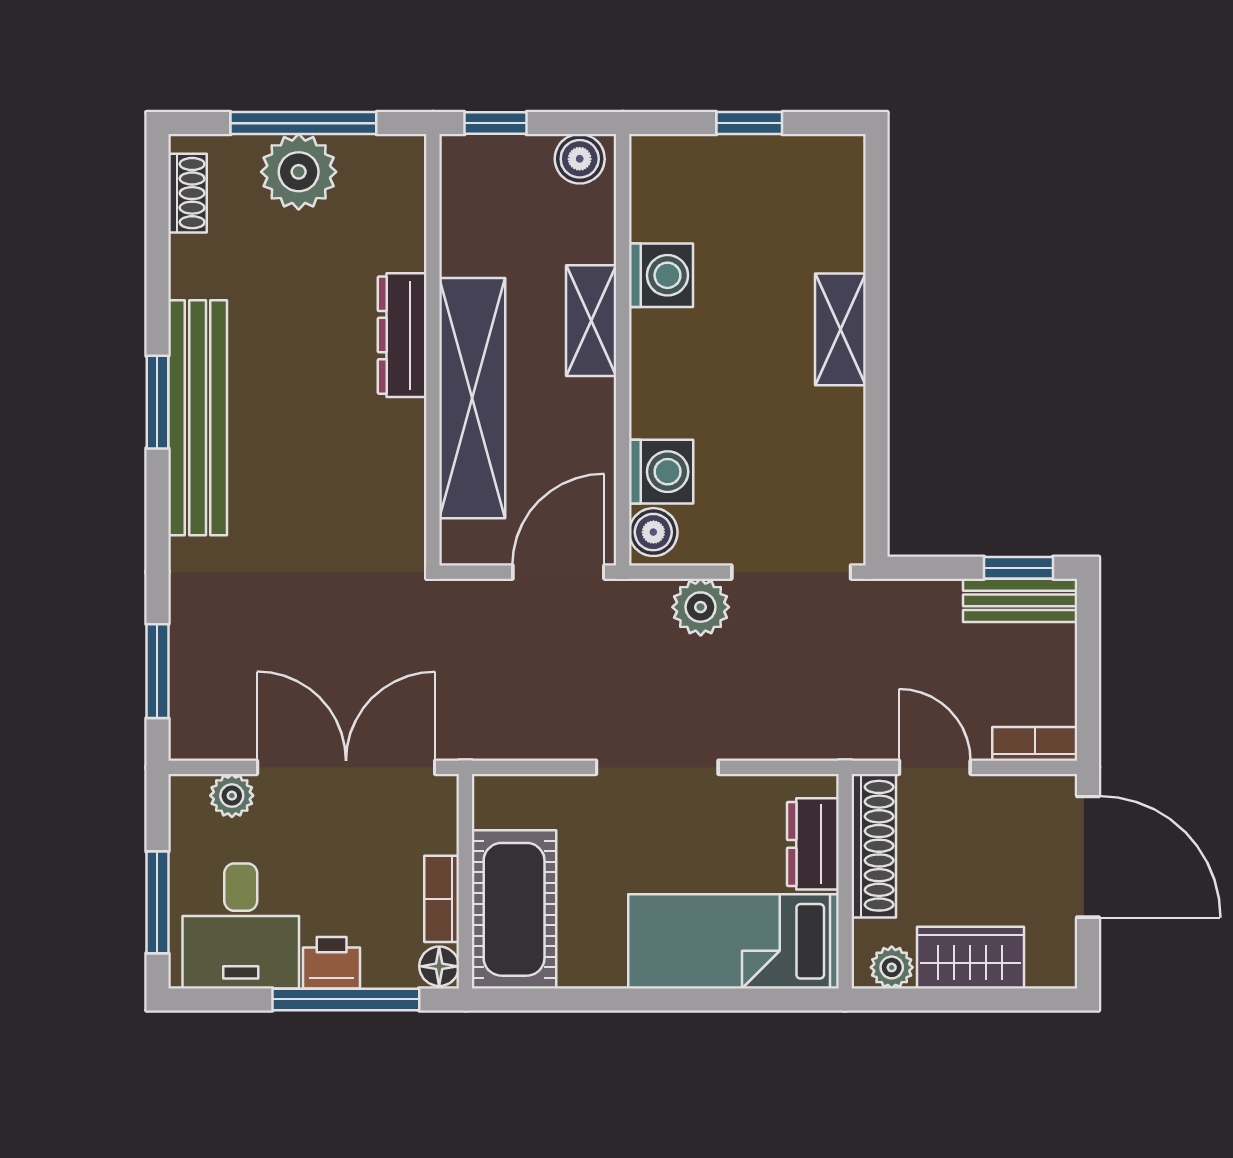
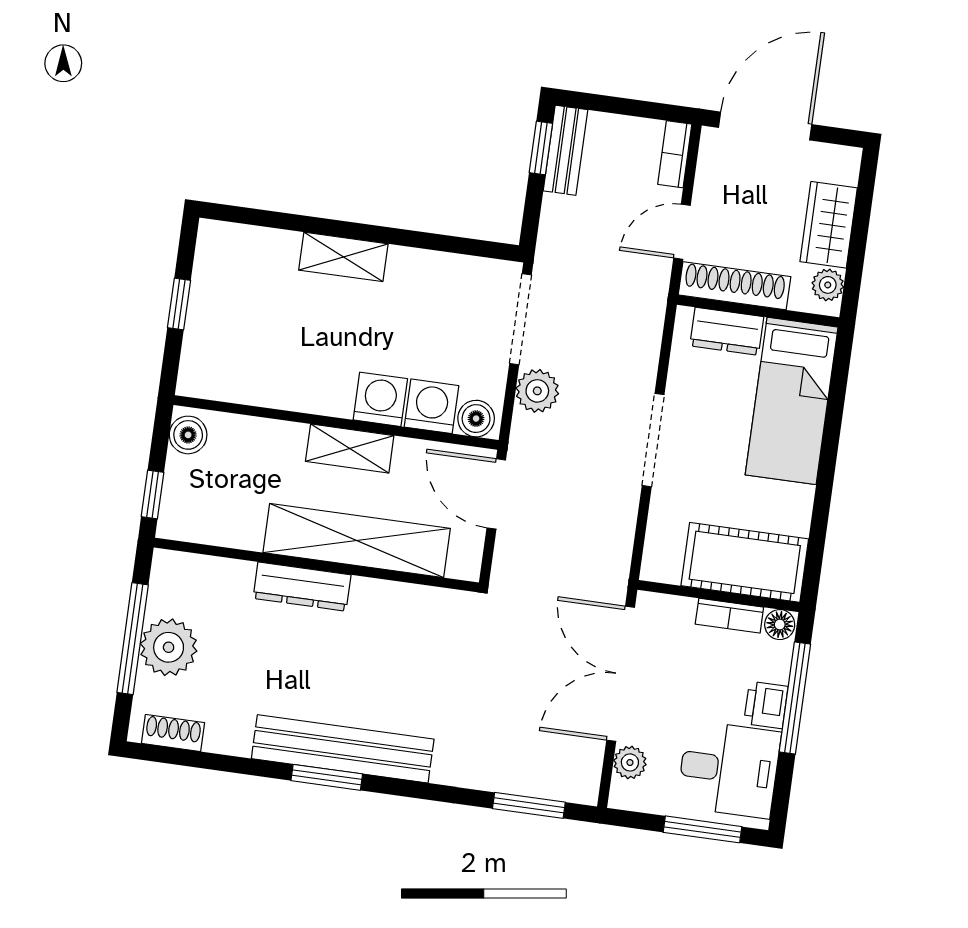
washing machine: (661, 275) -> (380, 399), moved
shelving: (591, 321) -> (350, 449), moved

